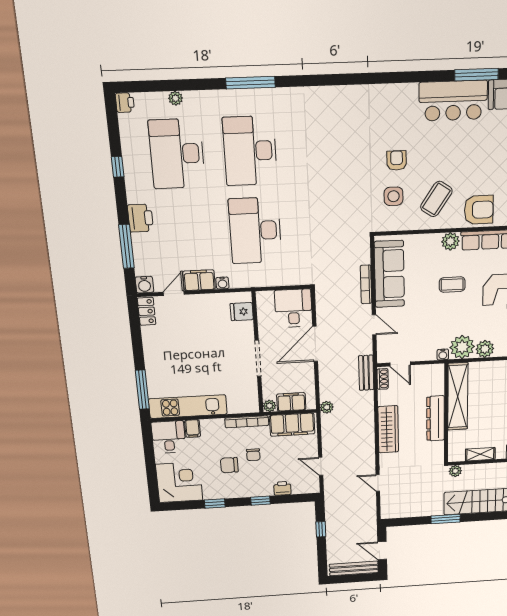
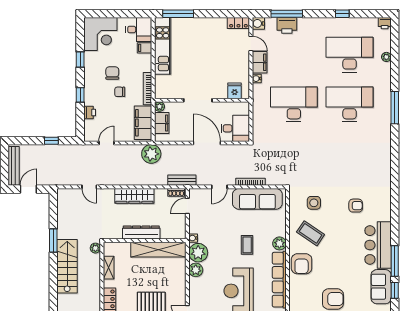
armchair: (397, 160) -> (356, 206), moved
printer: (140, 218) -> (287, 25), moved
plant: (327, 407) -> (151, 154), width x1.87, depth x1.87
door: (378, 483) -> (89, 187), swing flipped

